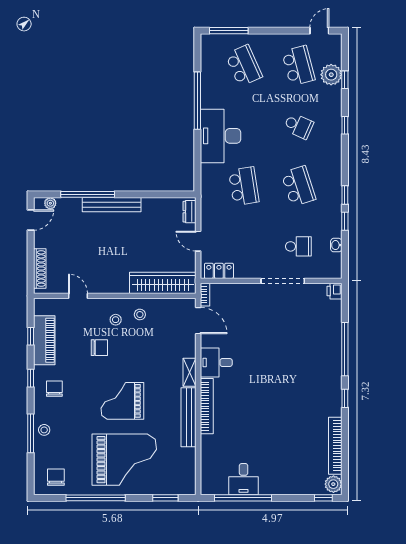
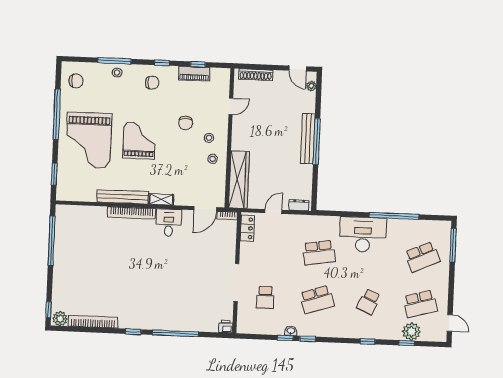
window: (88, 194) -> (317, 141), moved
washbasin: (336, 245) -> (291, 331), moved
piano: (44, 340) -> (194, 74), width x0.73, depth x0.75
desk: (244, 479) -> (68, 242), removed

